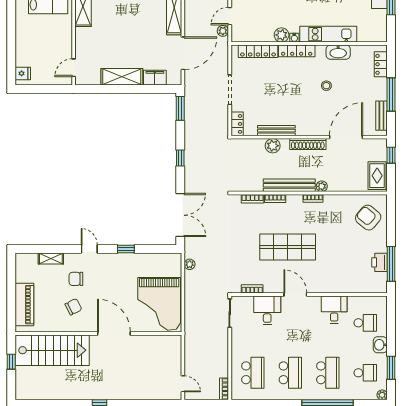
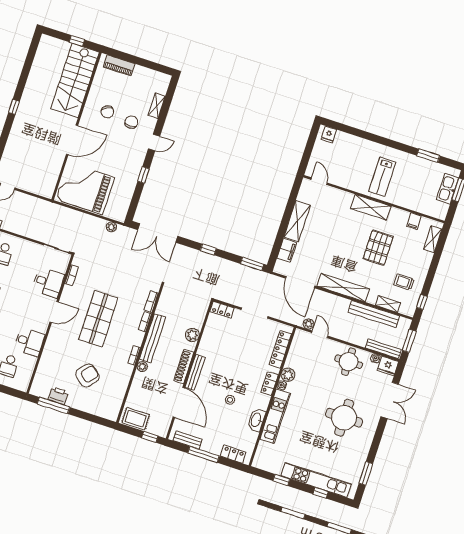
locker: (297, 51) -> (270, 384), width x0.66
bench: (276, 131) -> (195, 372), moved
armchair: (368, 218) -> (87, 375), moved
piano: (24, 305) -> (119, 65), width x0.73, depth x0.75

